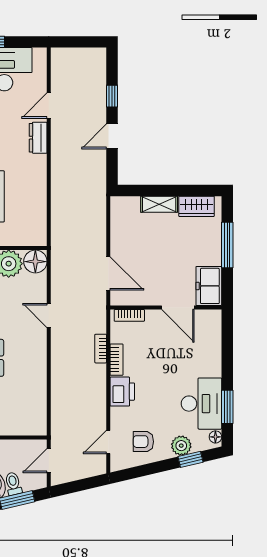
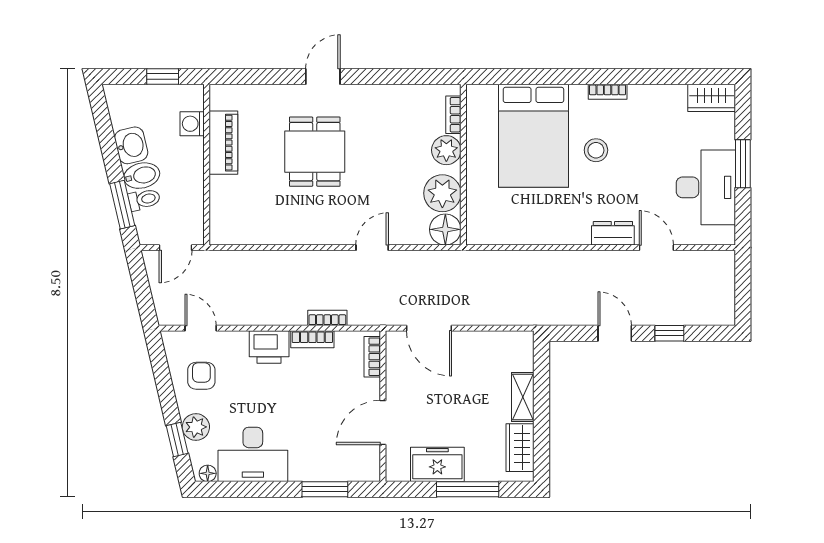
door: (108, 273) -> (429, 328), hinge flipped
freezer: (209, 286) -> (437, 464), moved
window: (227, 407) -> (325, 489), moved
door: (49, 461) -> (176, 248), swing flipped

